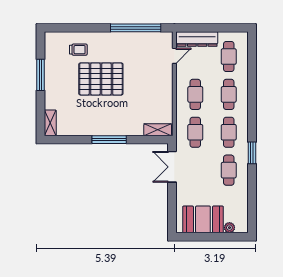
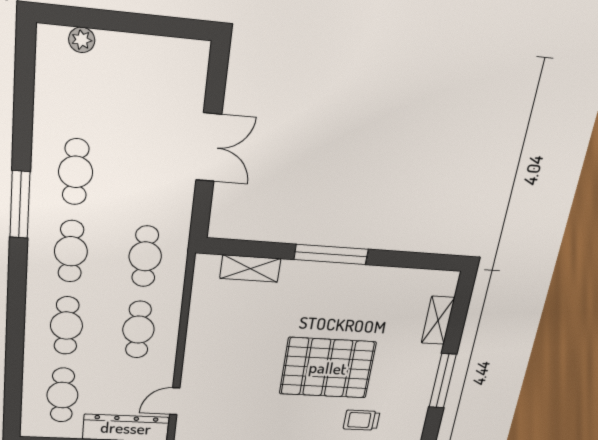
shelving: (50, 123) -> (438, 320), moved
shelving: (158, 130) -> (250, 269), moved
window: (252, 153) -> (20, 205), width x1.44
double door: (172, 167) -> (209, 147), moved
booth: (203, 219) -> (144, 66), removed

